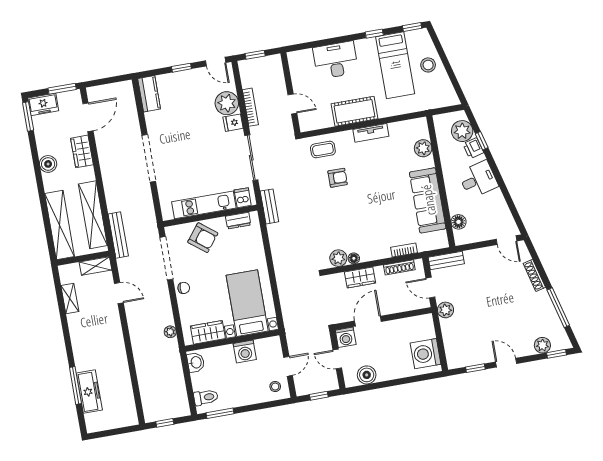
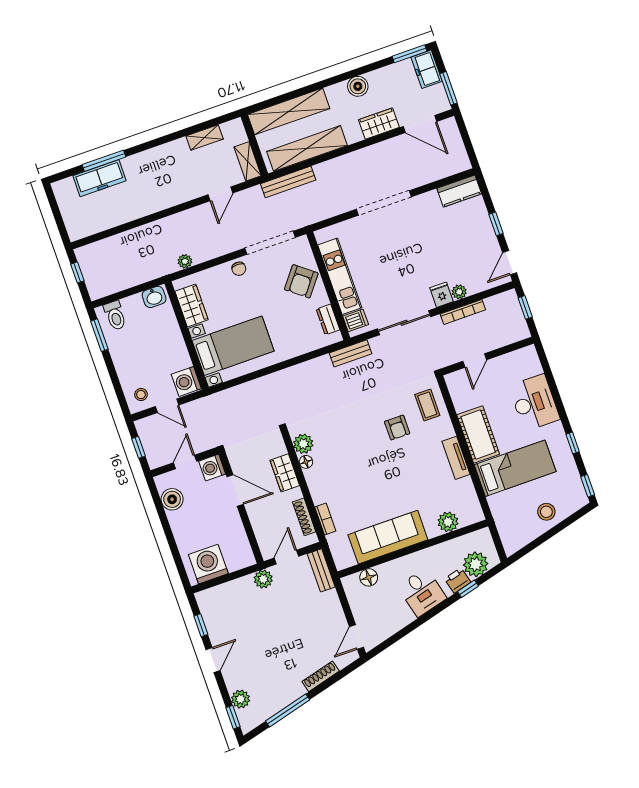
bed: (395, 65) -> (515, 468), moved, turned 180
plant: (227, 103) -> (459, 292), width x0.53, depth x0.53
washing machine: (245, 352) -> (186, 381), moved

